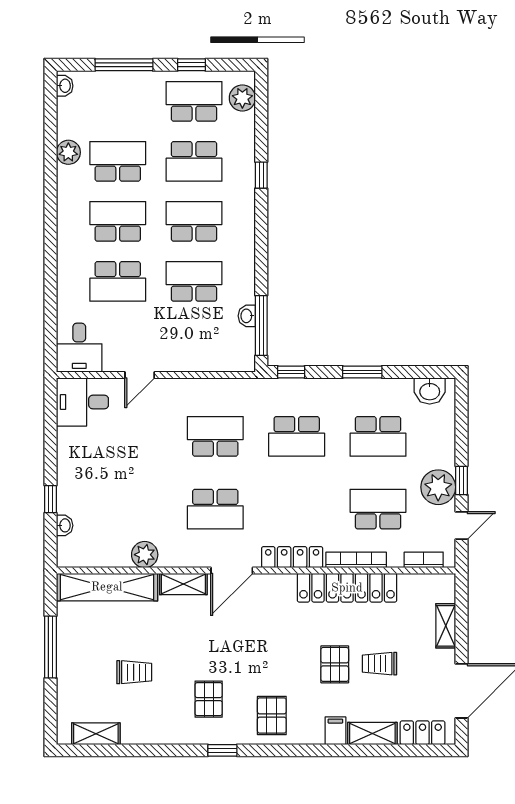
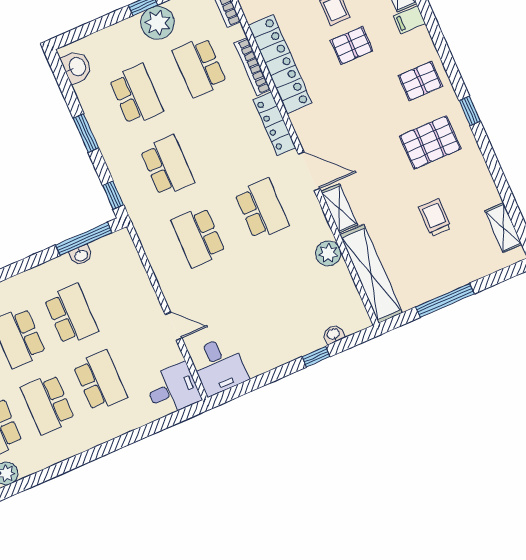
school desk: (194, 281) -> (71, 314), turned 180
pallet: (209, 699) -> (430, 142), width x1.50, depth x1.42

